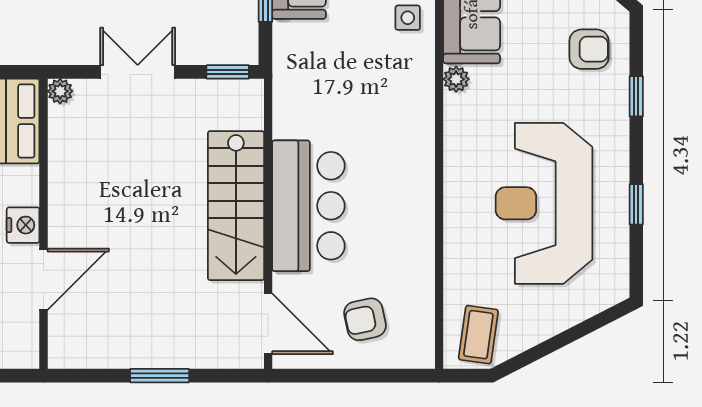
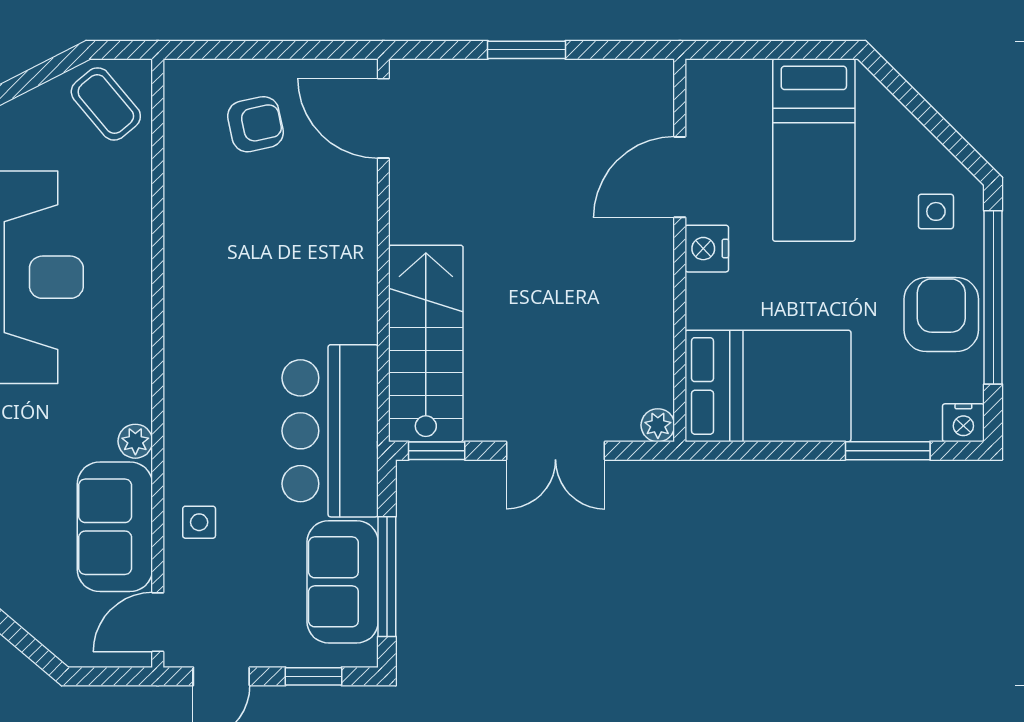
stairs: (236, 206) -> (426, 343), moved
bar counter: (308, 206) -> (330, 431), moved
coffee table: (478, 335) -> (106, 104), turned -48

